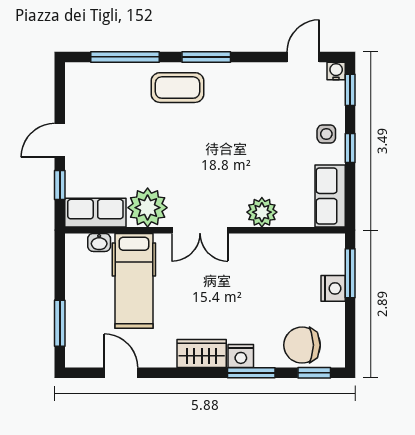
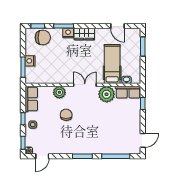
coffee table: (177, 88) -> (94, 144), removed
door: (60, 140) -> (143, 140), moved
chair: (246, 158) -> (66, 115), added

